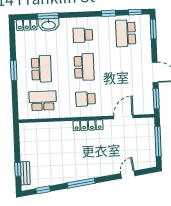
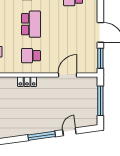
locker: (88, 125) -> (27, 82), width x0.66
window: (81, 183) -> (42, 136), moved

